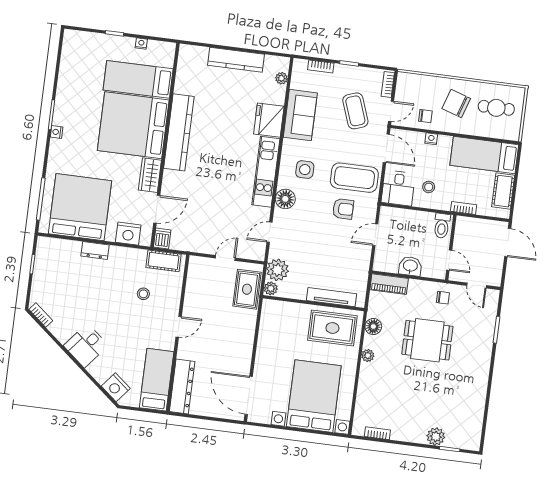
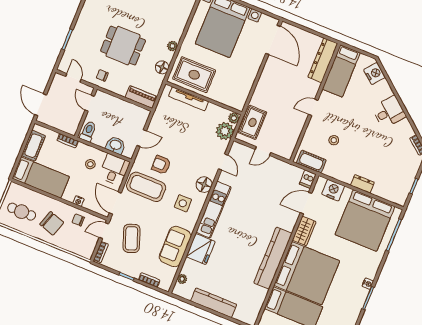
door: (270, 232) -> (223, 162), hinge flipped
washbasin: (410, 266) -> (116, 145), moved, turned 180

